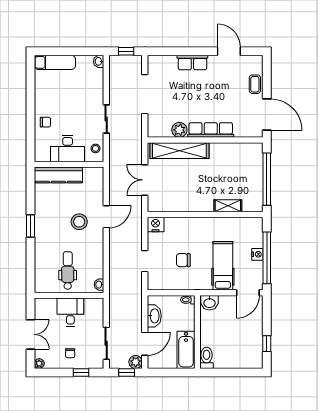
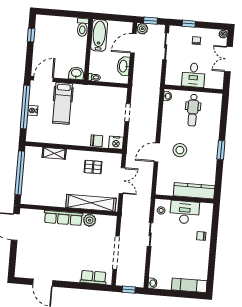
row of seats: (192, 62) -> (93, 277), moved
coffee table: (255, 84) -> (23, 253), removed
pallet: (180, 193) -> (93, 167), added
chair: (183, 260) -> (97, 141), moved

